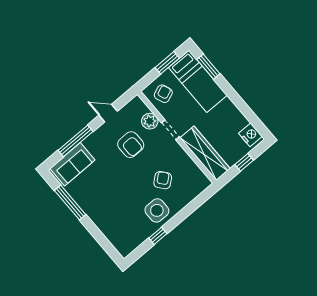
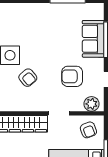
plant: (150, 121) -> (92, 104), moved
sofa: (72, 164) -> (93, 39), moved

